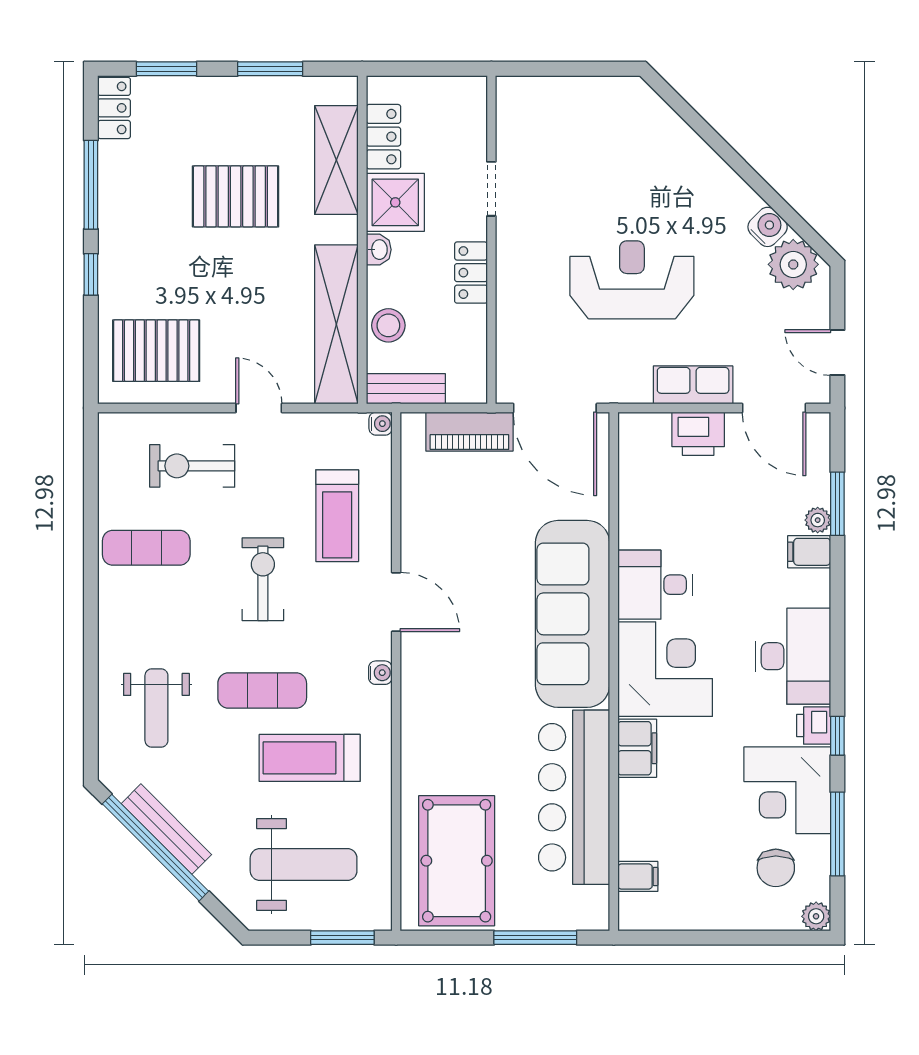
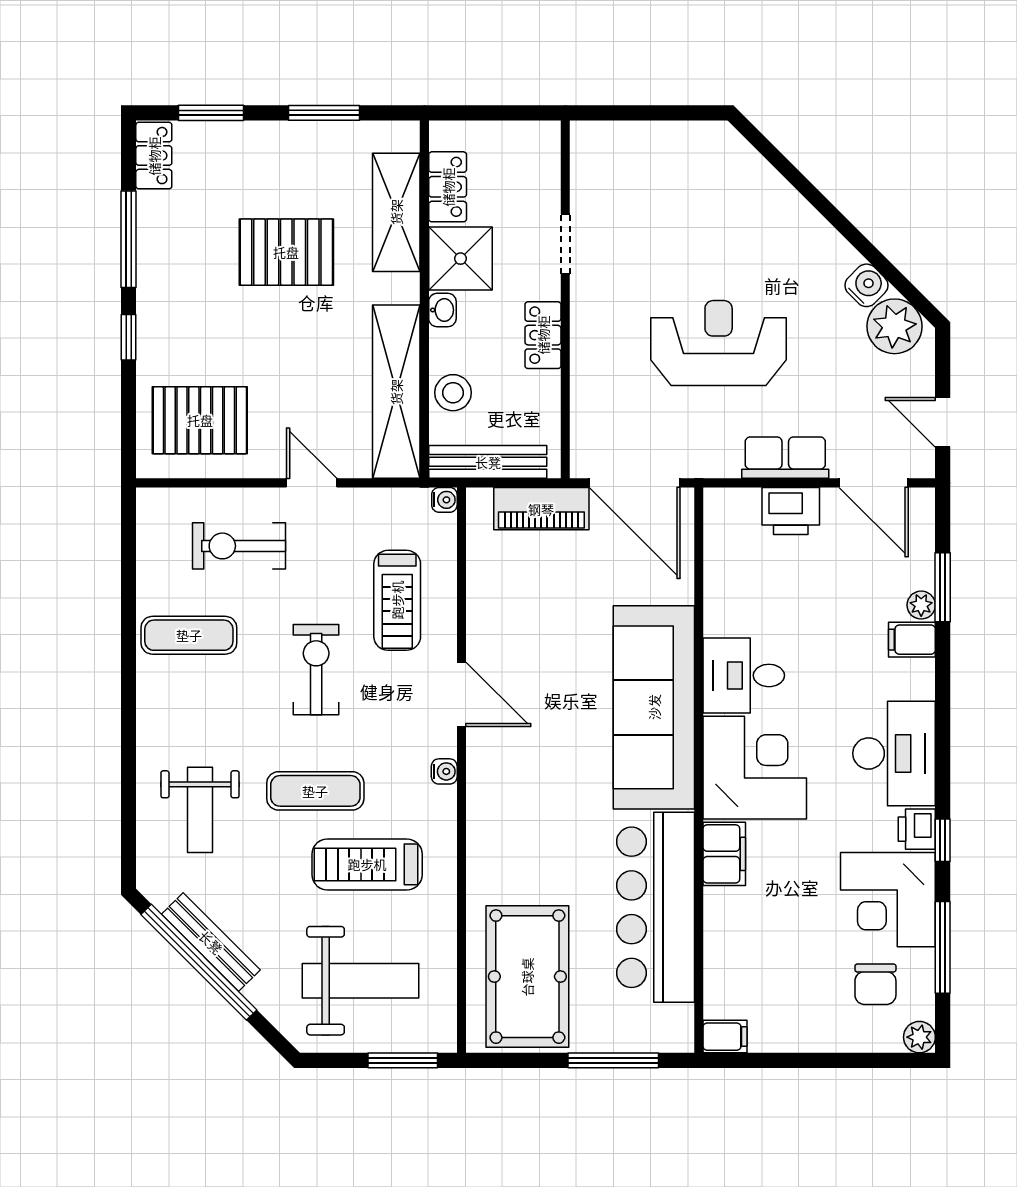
bench: (406, 389) -> (488, 462), width x1.36
filing cabinet: (638, 876) -> (725, 1037), moved

